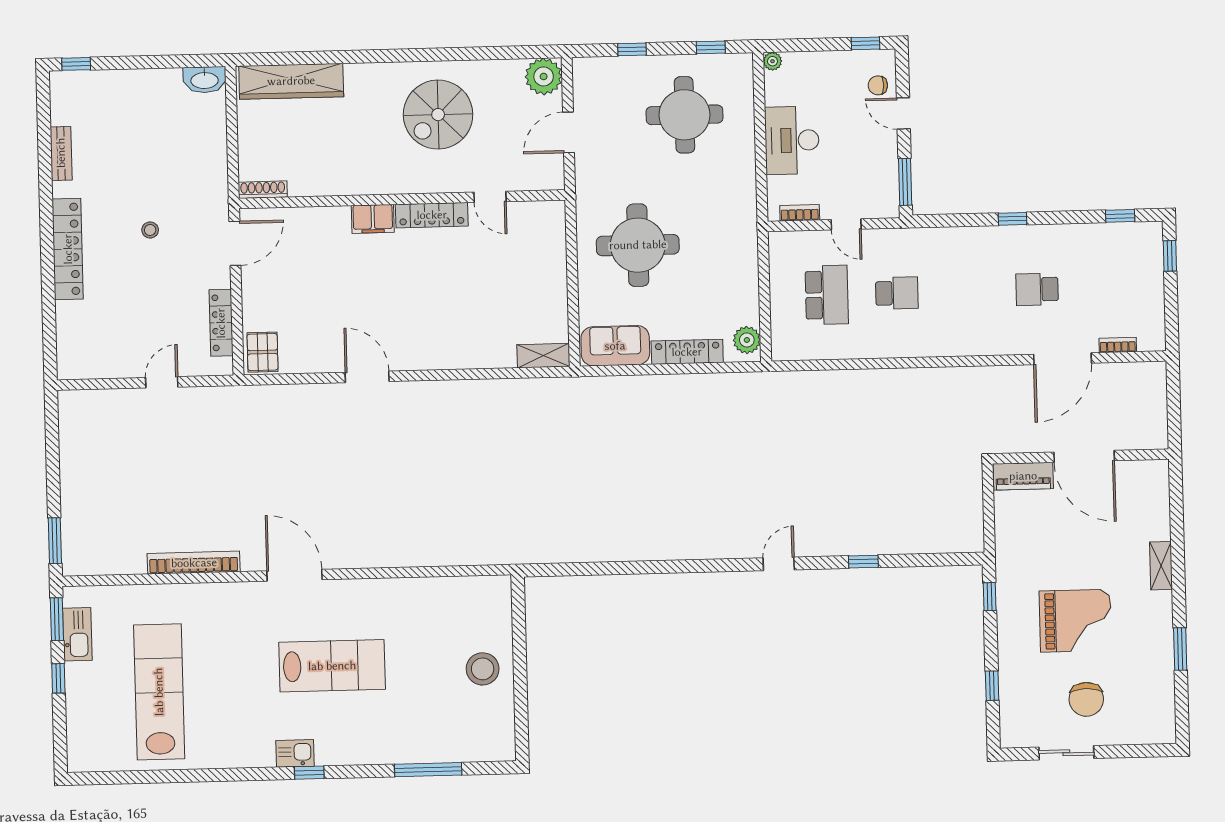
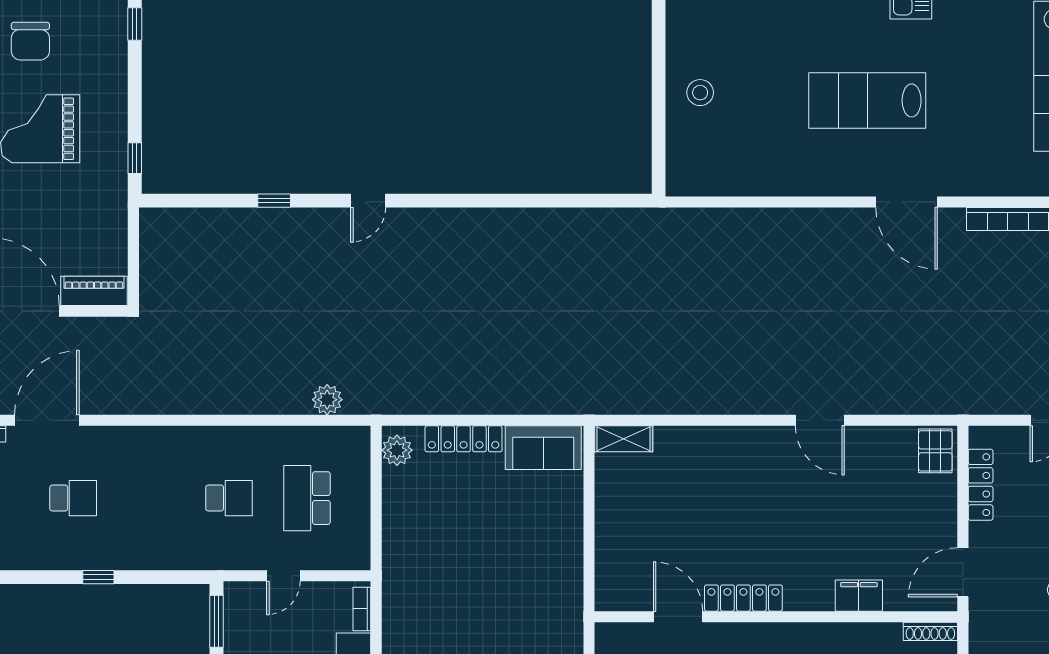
door: (490, 197) -> (678, 617), width x1.38
bookcase: (800, 213) -> (362, 609), moved, turned 90
filing cabinet: (373, 219) -> (859, 596), moved
door: (846, 224) -> (283, 576), swing flipped
round table: (638, 245) -> (515, 559), removed
school desk: (897, 293) -> (229, 498), turned 180
plant: (811, 384) -> (327, 400), added
stool: (483, 669) -> (700, 93), width x0.73, depth x0.73
window: (992, 686) -> (135, 24), moved
chair: (1086, 699) -> (30, 41), turned 180

